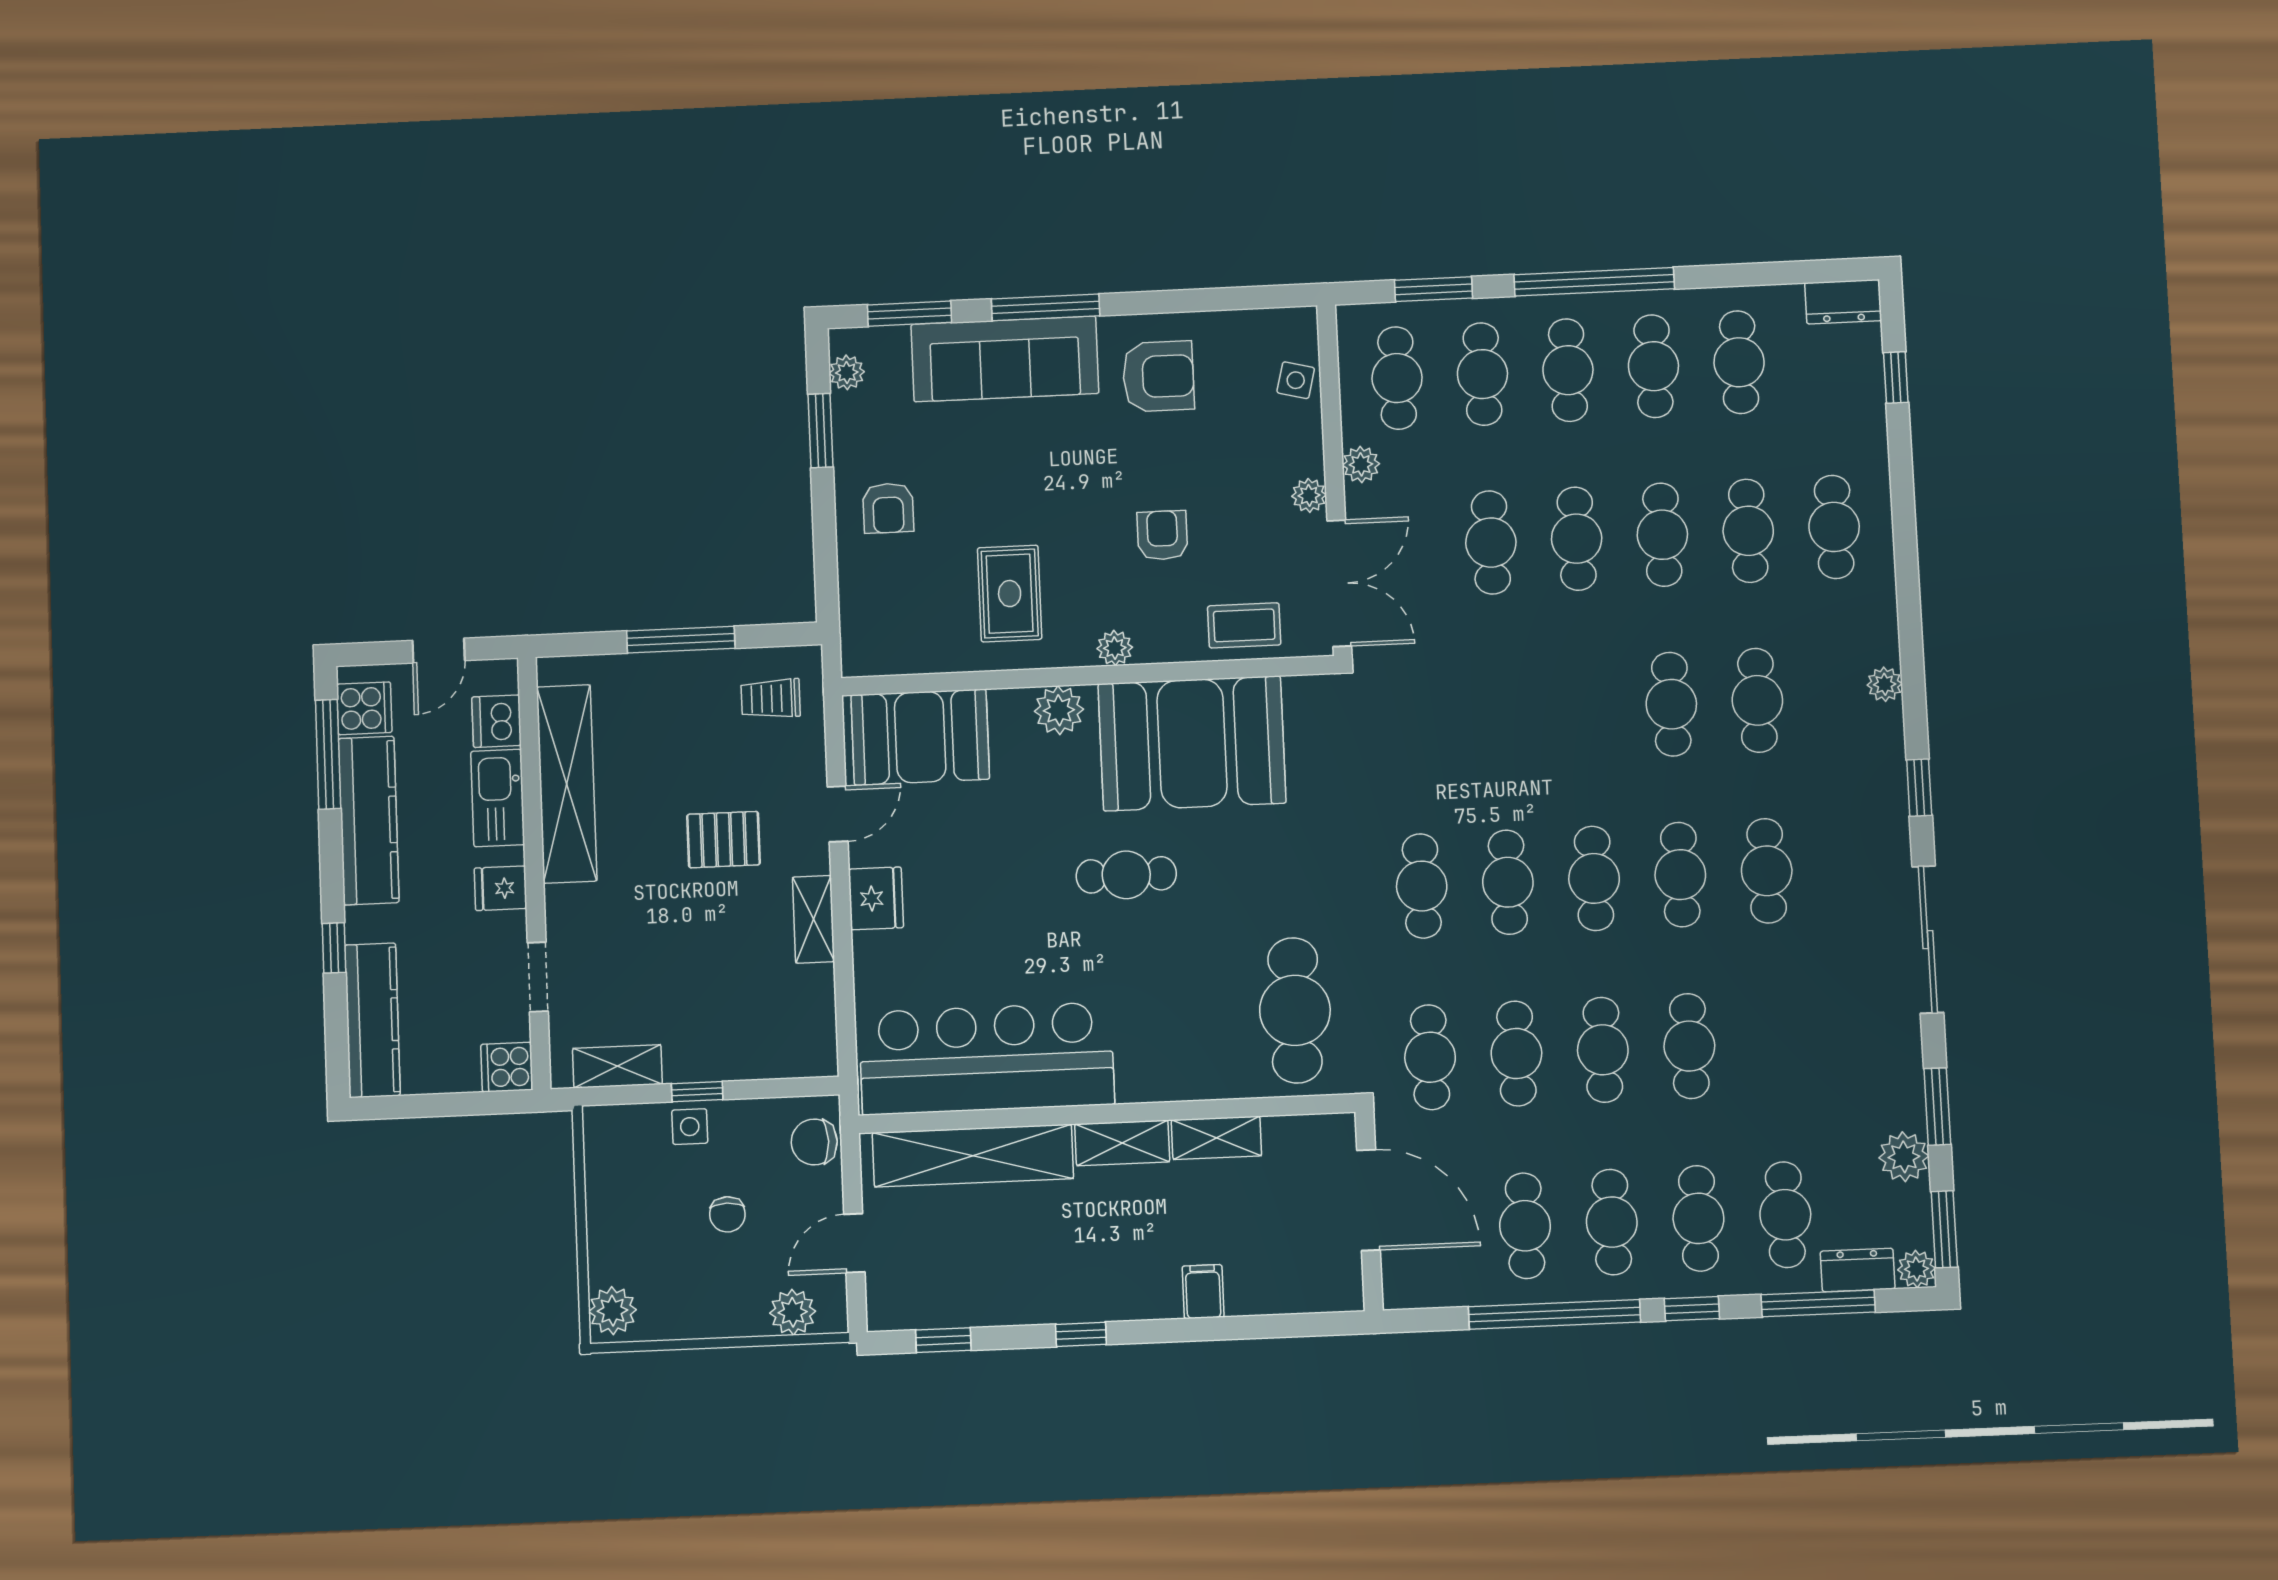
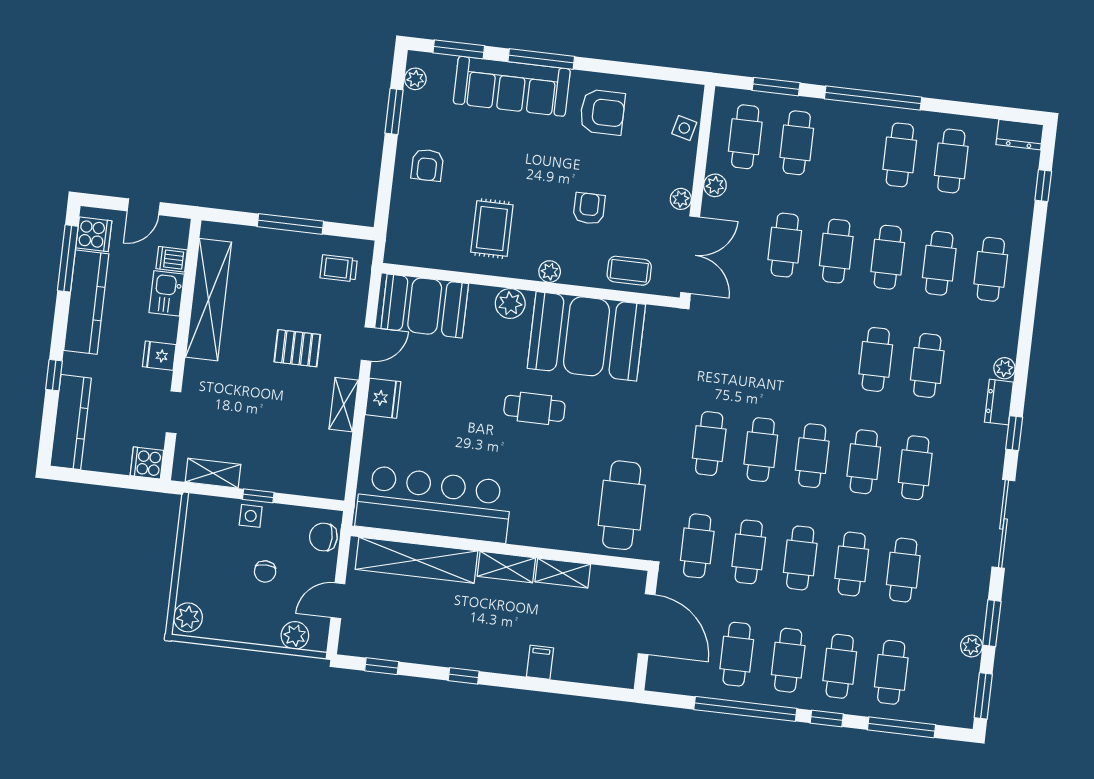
cafe table: (1568, 370) -> (903, 570), moved
dishwasher: (497, 721) -> (172, 259), width x0.73
kitchen sink: (498, 798) -> (167, 293), width x0.73
plant: (1904, 1157) -> (971, 646), width x0.73, depth x0.73
plant: (1916, 1269) -> (963, 716), removed
dresser: (1858, 1270) -> (999, 402), moved, turned -90

